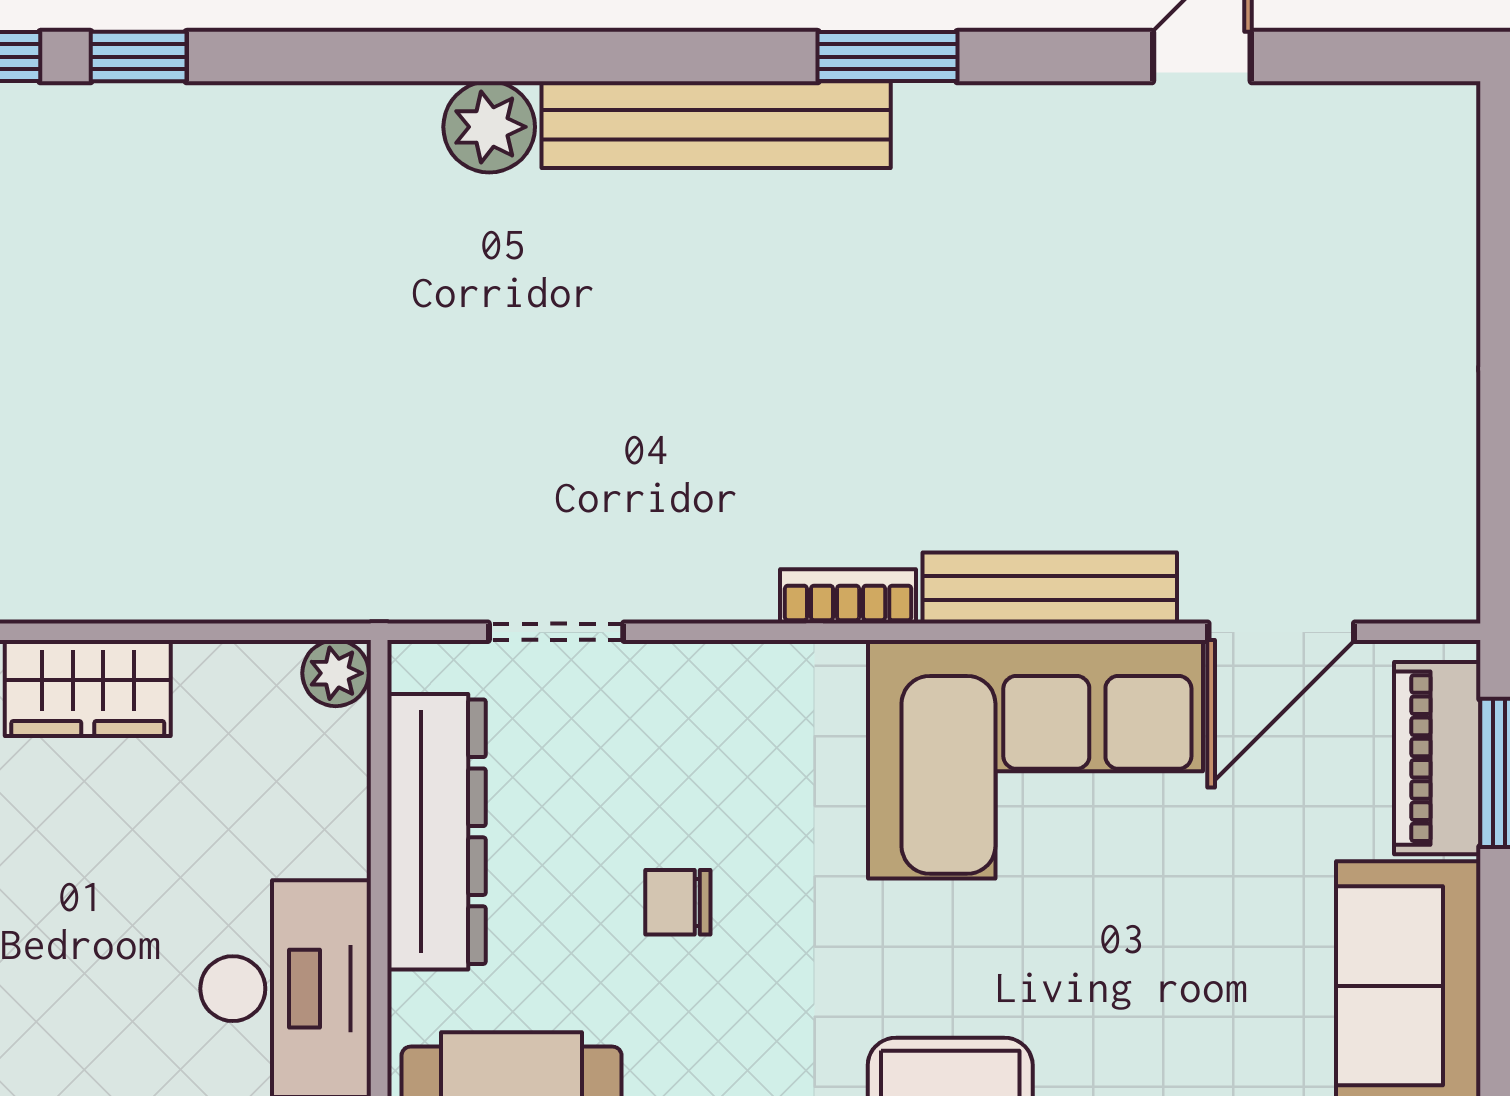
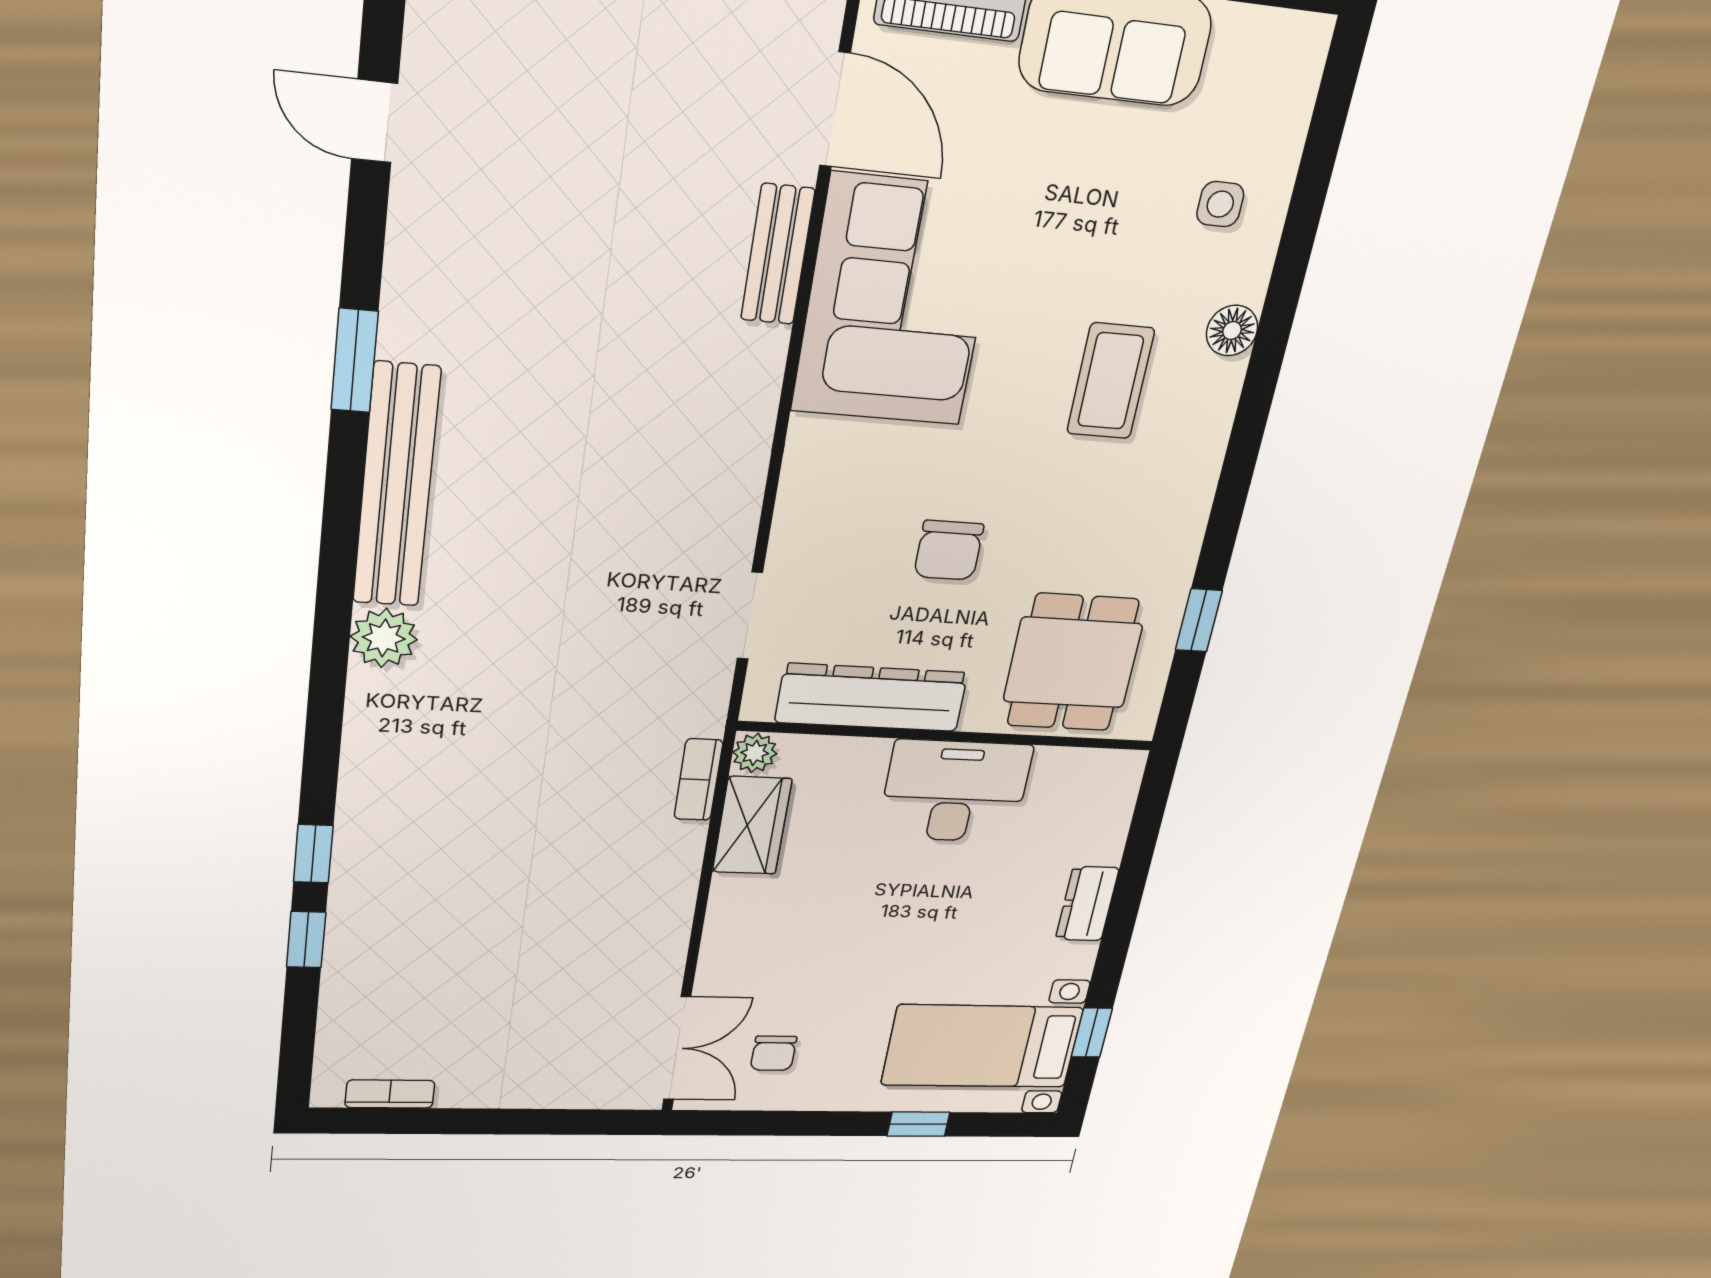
bench: (1050, 588) -> (778, 254), width x0.73
bookcase: (848, 596) -> (698, 780), moved
wardrobe: (88, 688) -> (752, 825), moved
chair: (678, 902) -> (949, 550), width x1.37, depth x1.37

